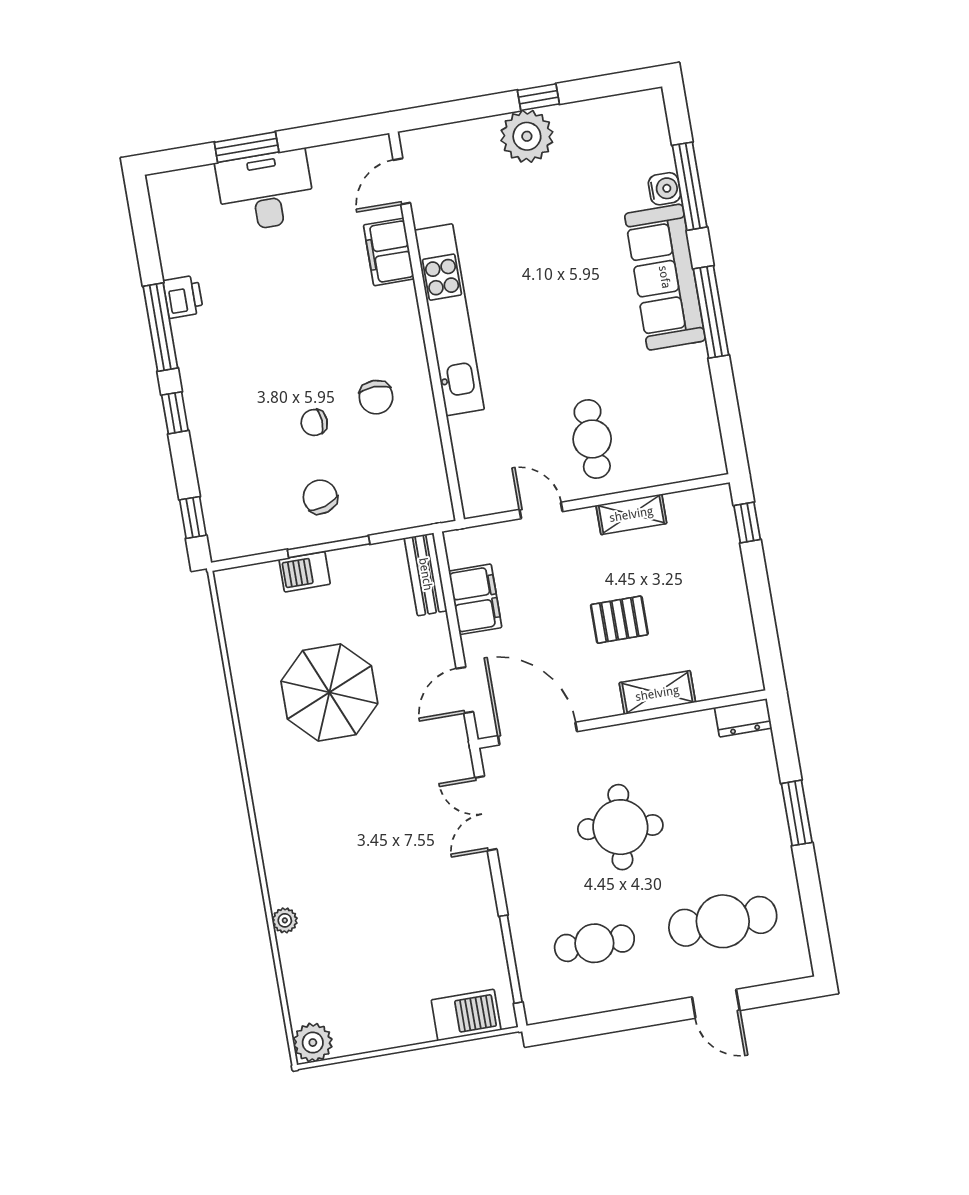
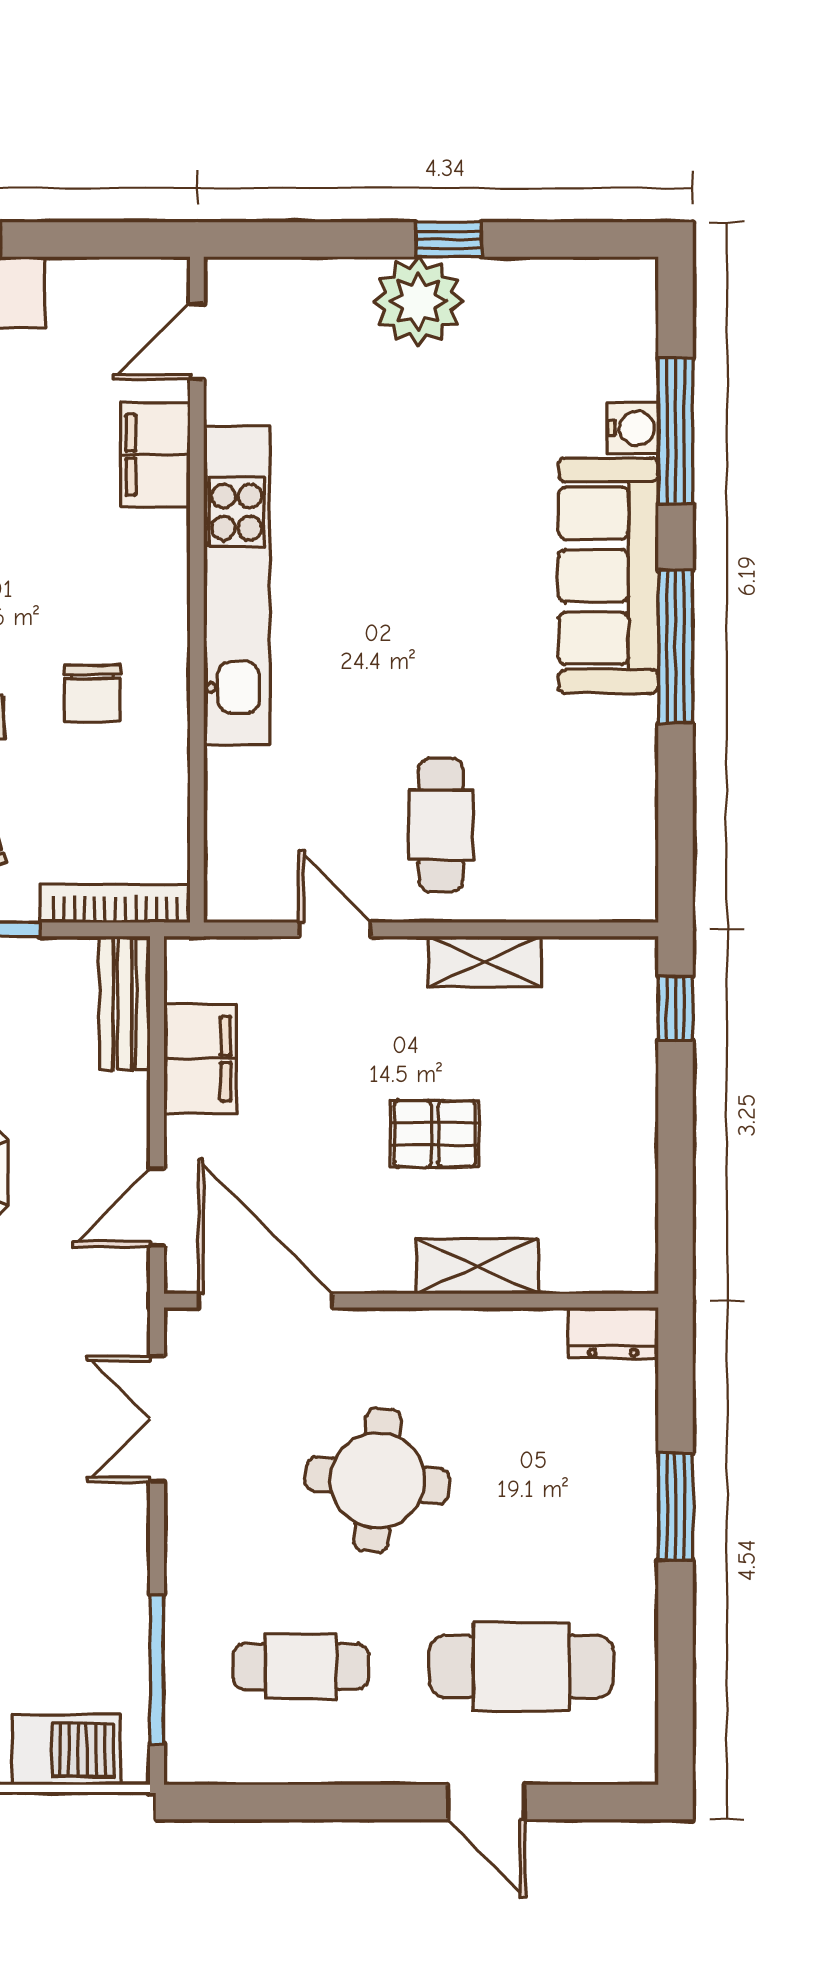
bookcase: (410, 517) -> (115, 903), added

